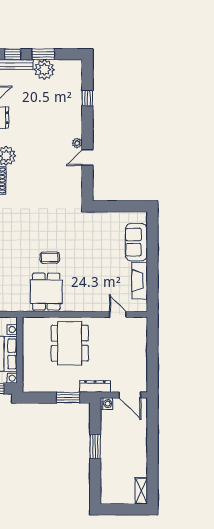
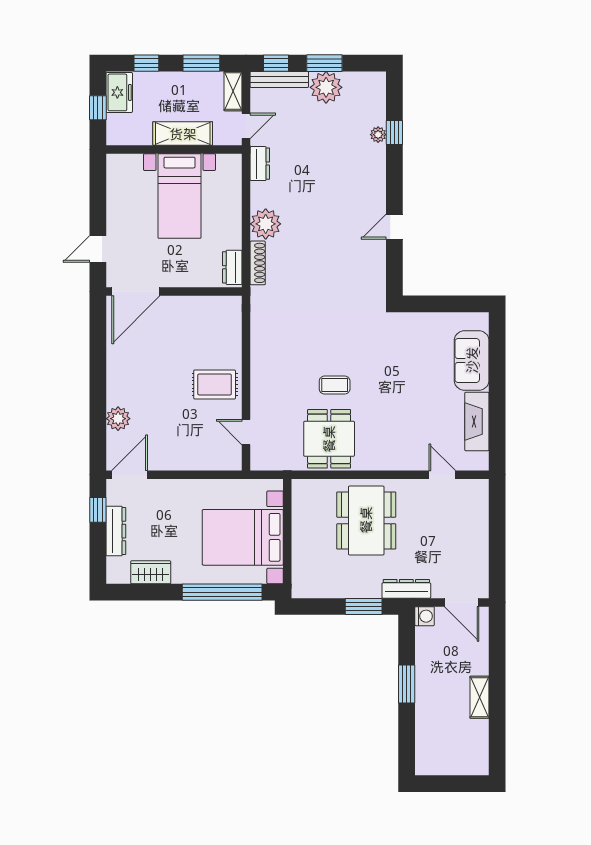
plant: (77, 143) -> (378, 135), moved
shelving: (141, 491) -> (479, 697), moved

